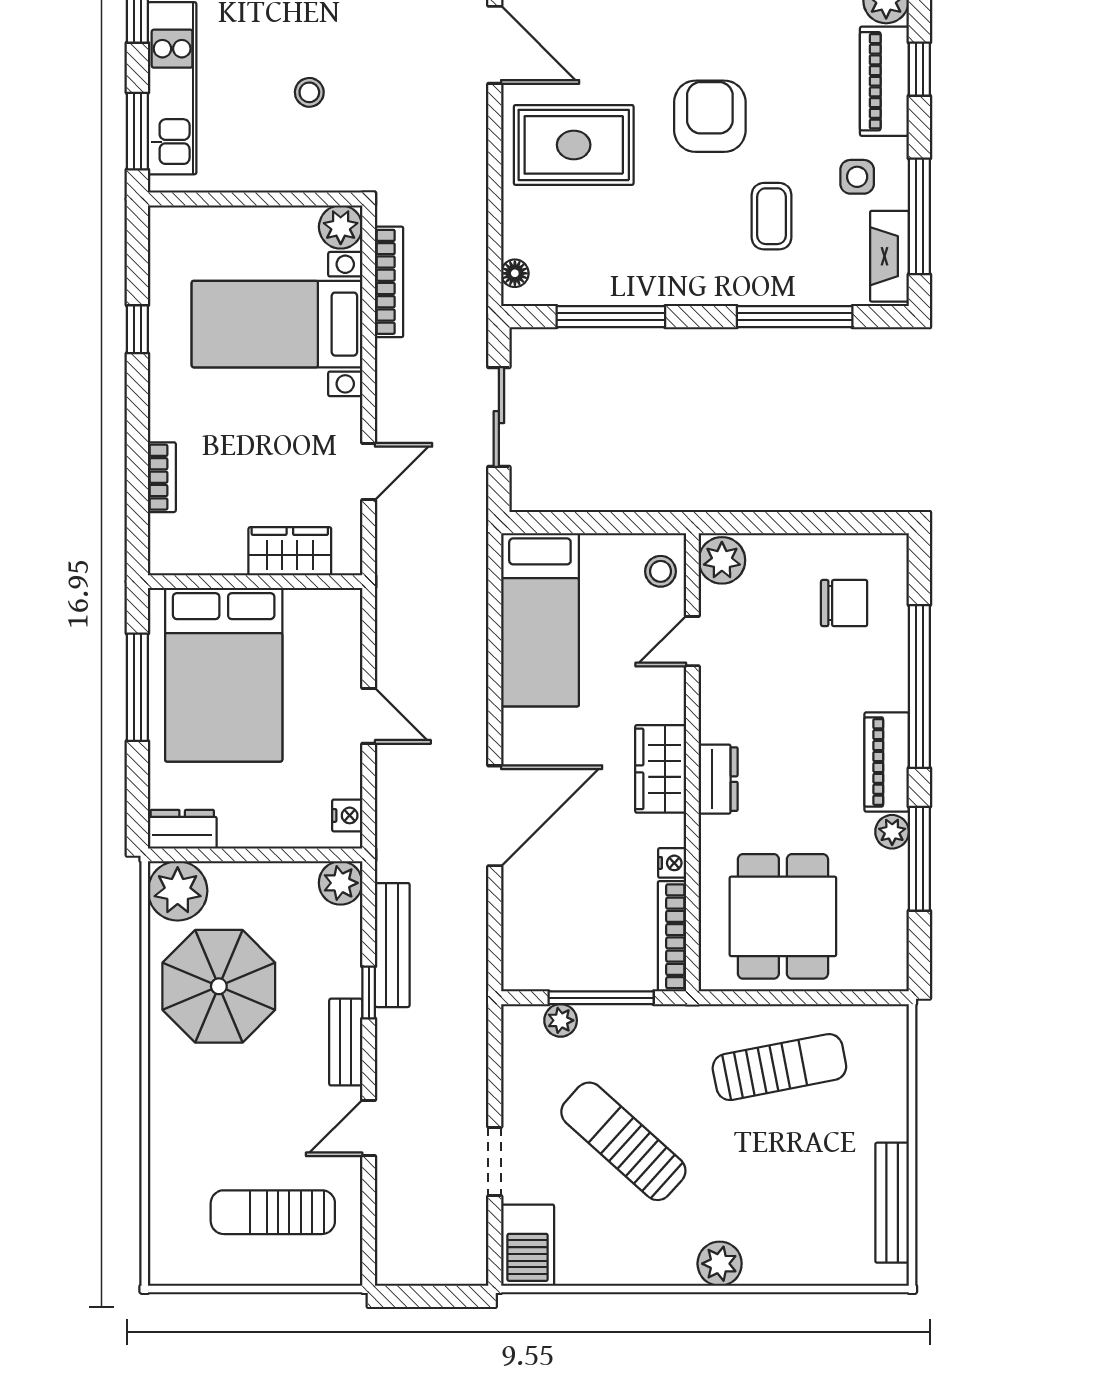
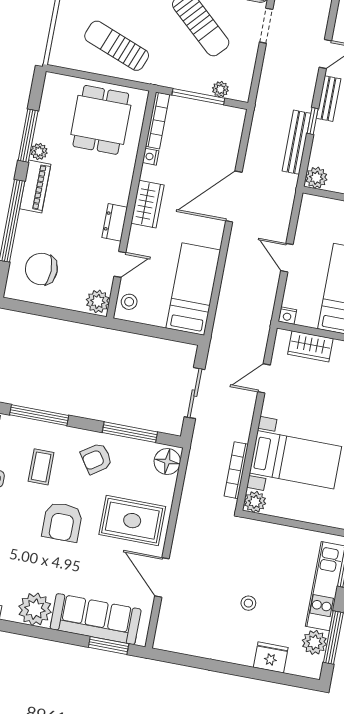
stool: (309, 92) -> (248, 603), moved
armchair: (666, 253) -> (96, 459), added
floor lamp: (515, 273) -> (167, 462), width x1.89, depth x1.89
chair: (844, 603) -> (41, 269), width x1.37, depth x1.37
dresser: (718, 779) -> (115, 222), moved
nightstand: (347, 815) -> (287, 316), moved, turned -90
sun lounger: (779, 1067) -> (117, 46), turned 32

